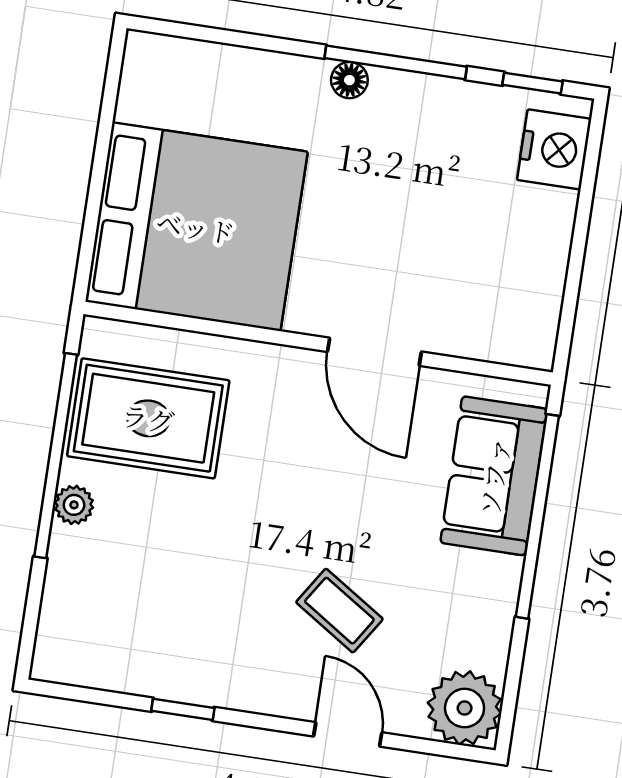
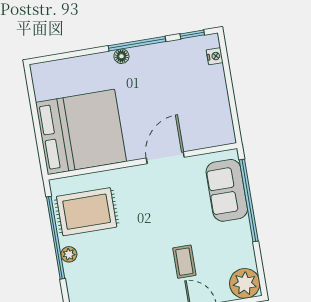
nightstand: (554, 149) -> (215, 56), width x0.53, depth x0.56
door: (374, 352) -> (165, 158), swing flipped
coffee table: (339, 611) -> (184, 262), turned 57

